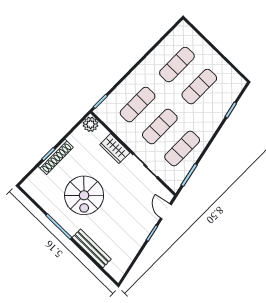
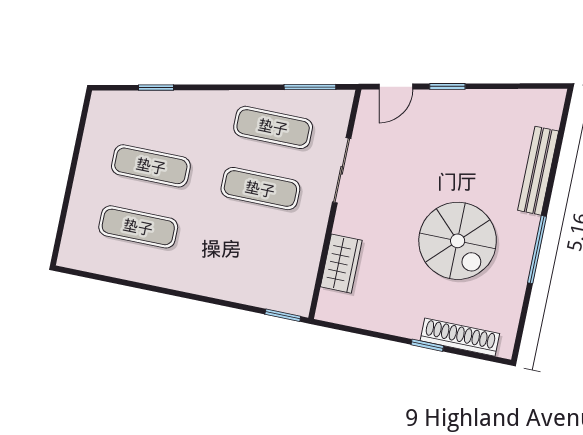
exercise mat: (138, 105) -> (248, 250), removed
plant: (90, 124) -> (332, 307), removed
wardrobe: (115, 149) -> (341, 264), moved
shoe rack: (56, 157) -> (460, 337), moved
spiral stairs: (84, 195) -> (458, 241), turned 90

